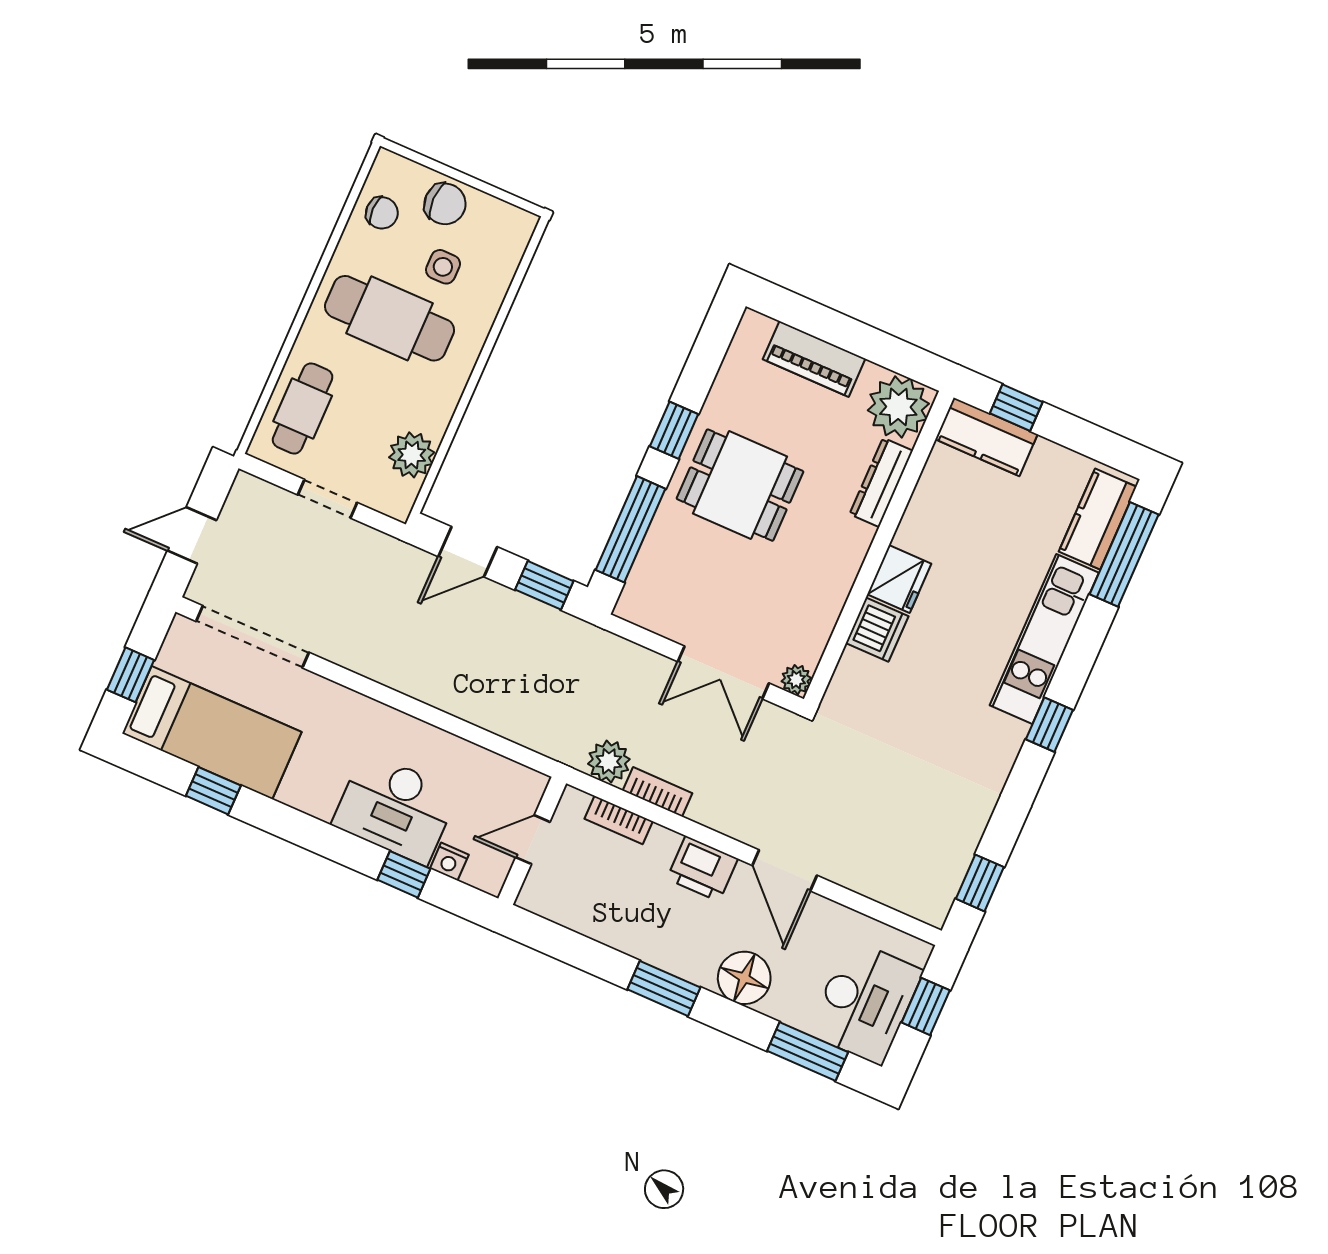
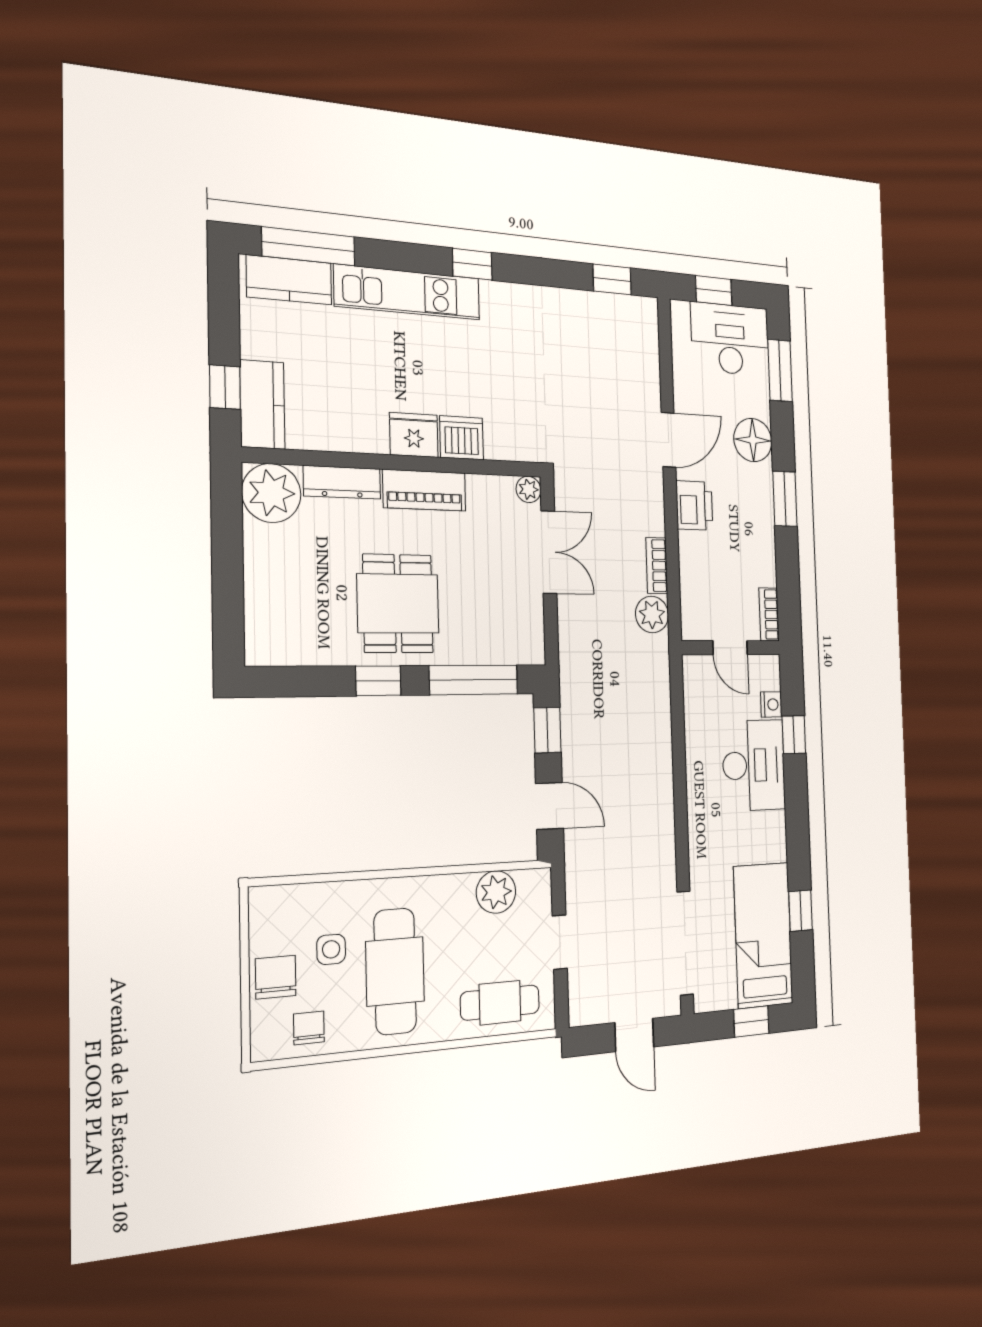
piano: (814, 359) -> (424, 490), moved, turned 90
bookcase: (619, 820) -> (769, 614), moved, turned 180

